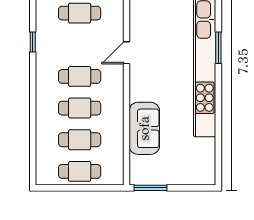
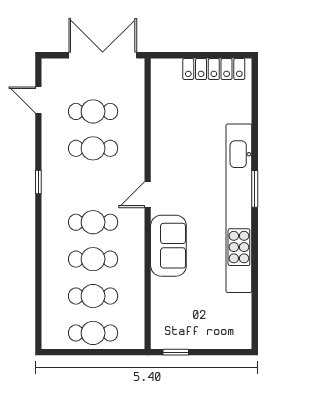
sofa: (144, 128) -> (168, 246), moved
window: (151, 188) -> (176, 352), width x0.67

